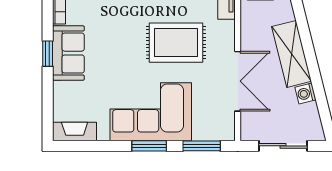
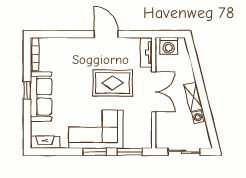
sofa: (68, 53) -> (41, 97), width x1.36
shelving: (292, 54) -> (193, 97), width x0.67, depth x0.75
double door: (238, 81) -> (154, 92), moved

